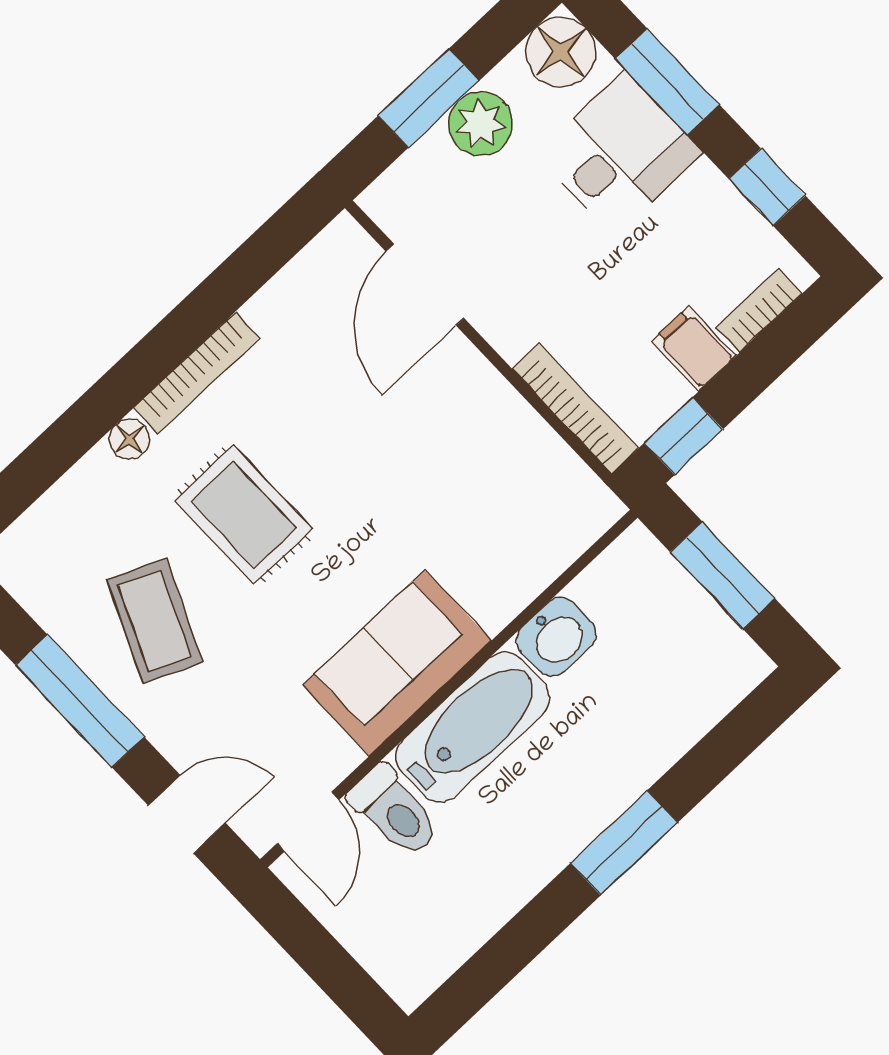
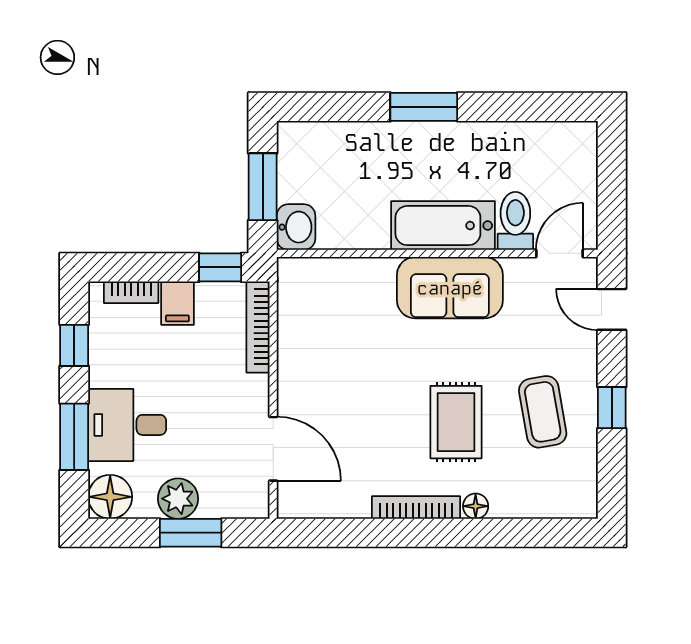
door: (425, 285) -> (273, 449), hinge flipped
coffee table: (155, 621) -> (543, 412), turned -34
washbasin: (556, 637) -> (296, 227), moved, turned 90
window: (80, 701) -> (612, 408), width x0.46

